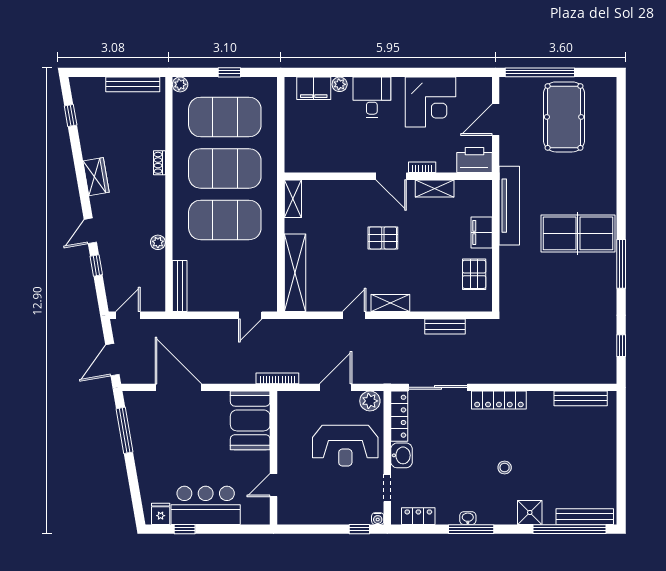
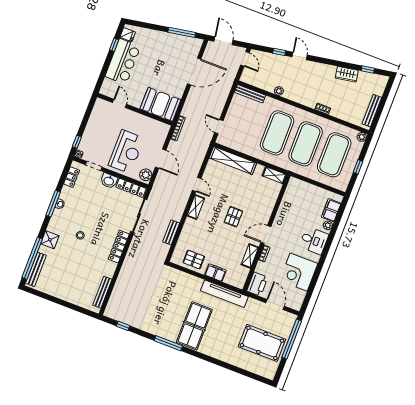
wardrobe: (96, 177) -> (347, 74), moved
reception desk: (345, 446) -> (126, 152), turned 180

